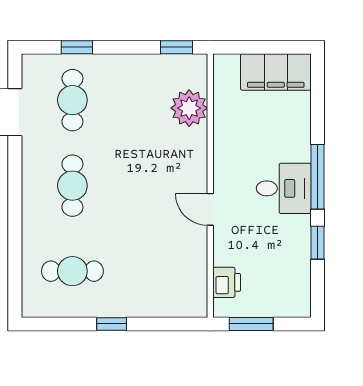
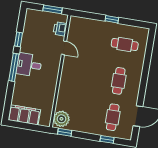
plant: (189, 108) -> (61, 119), moved
door: (210, 209) -> (64, 48), moved

